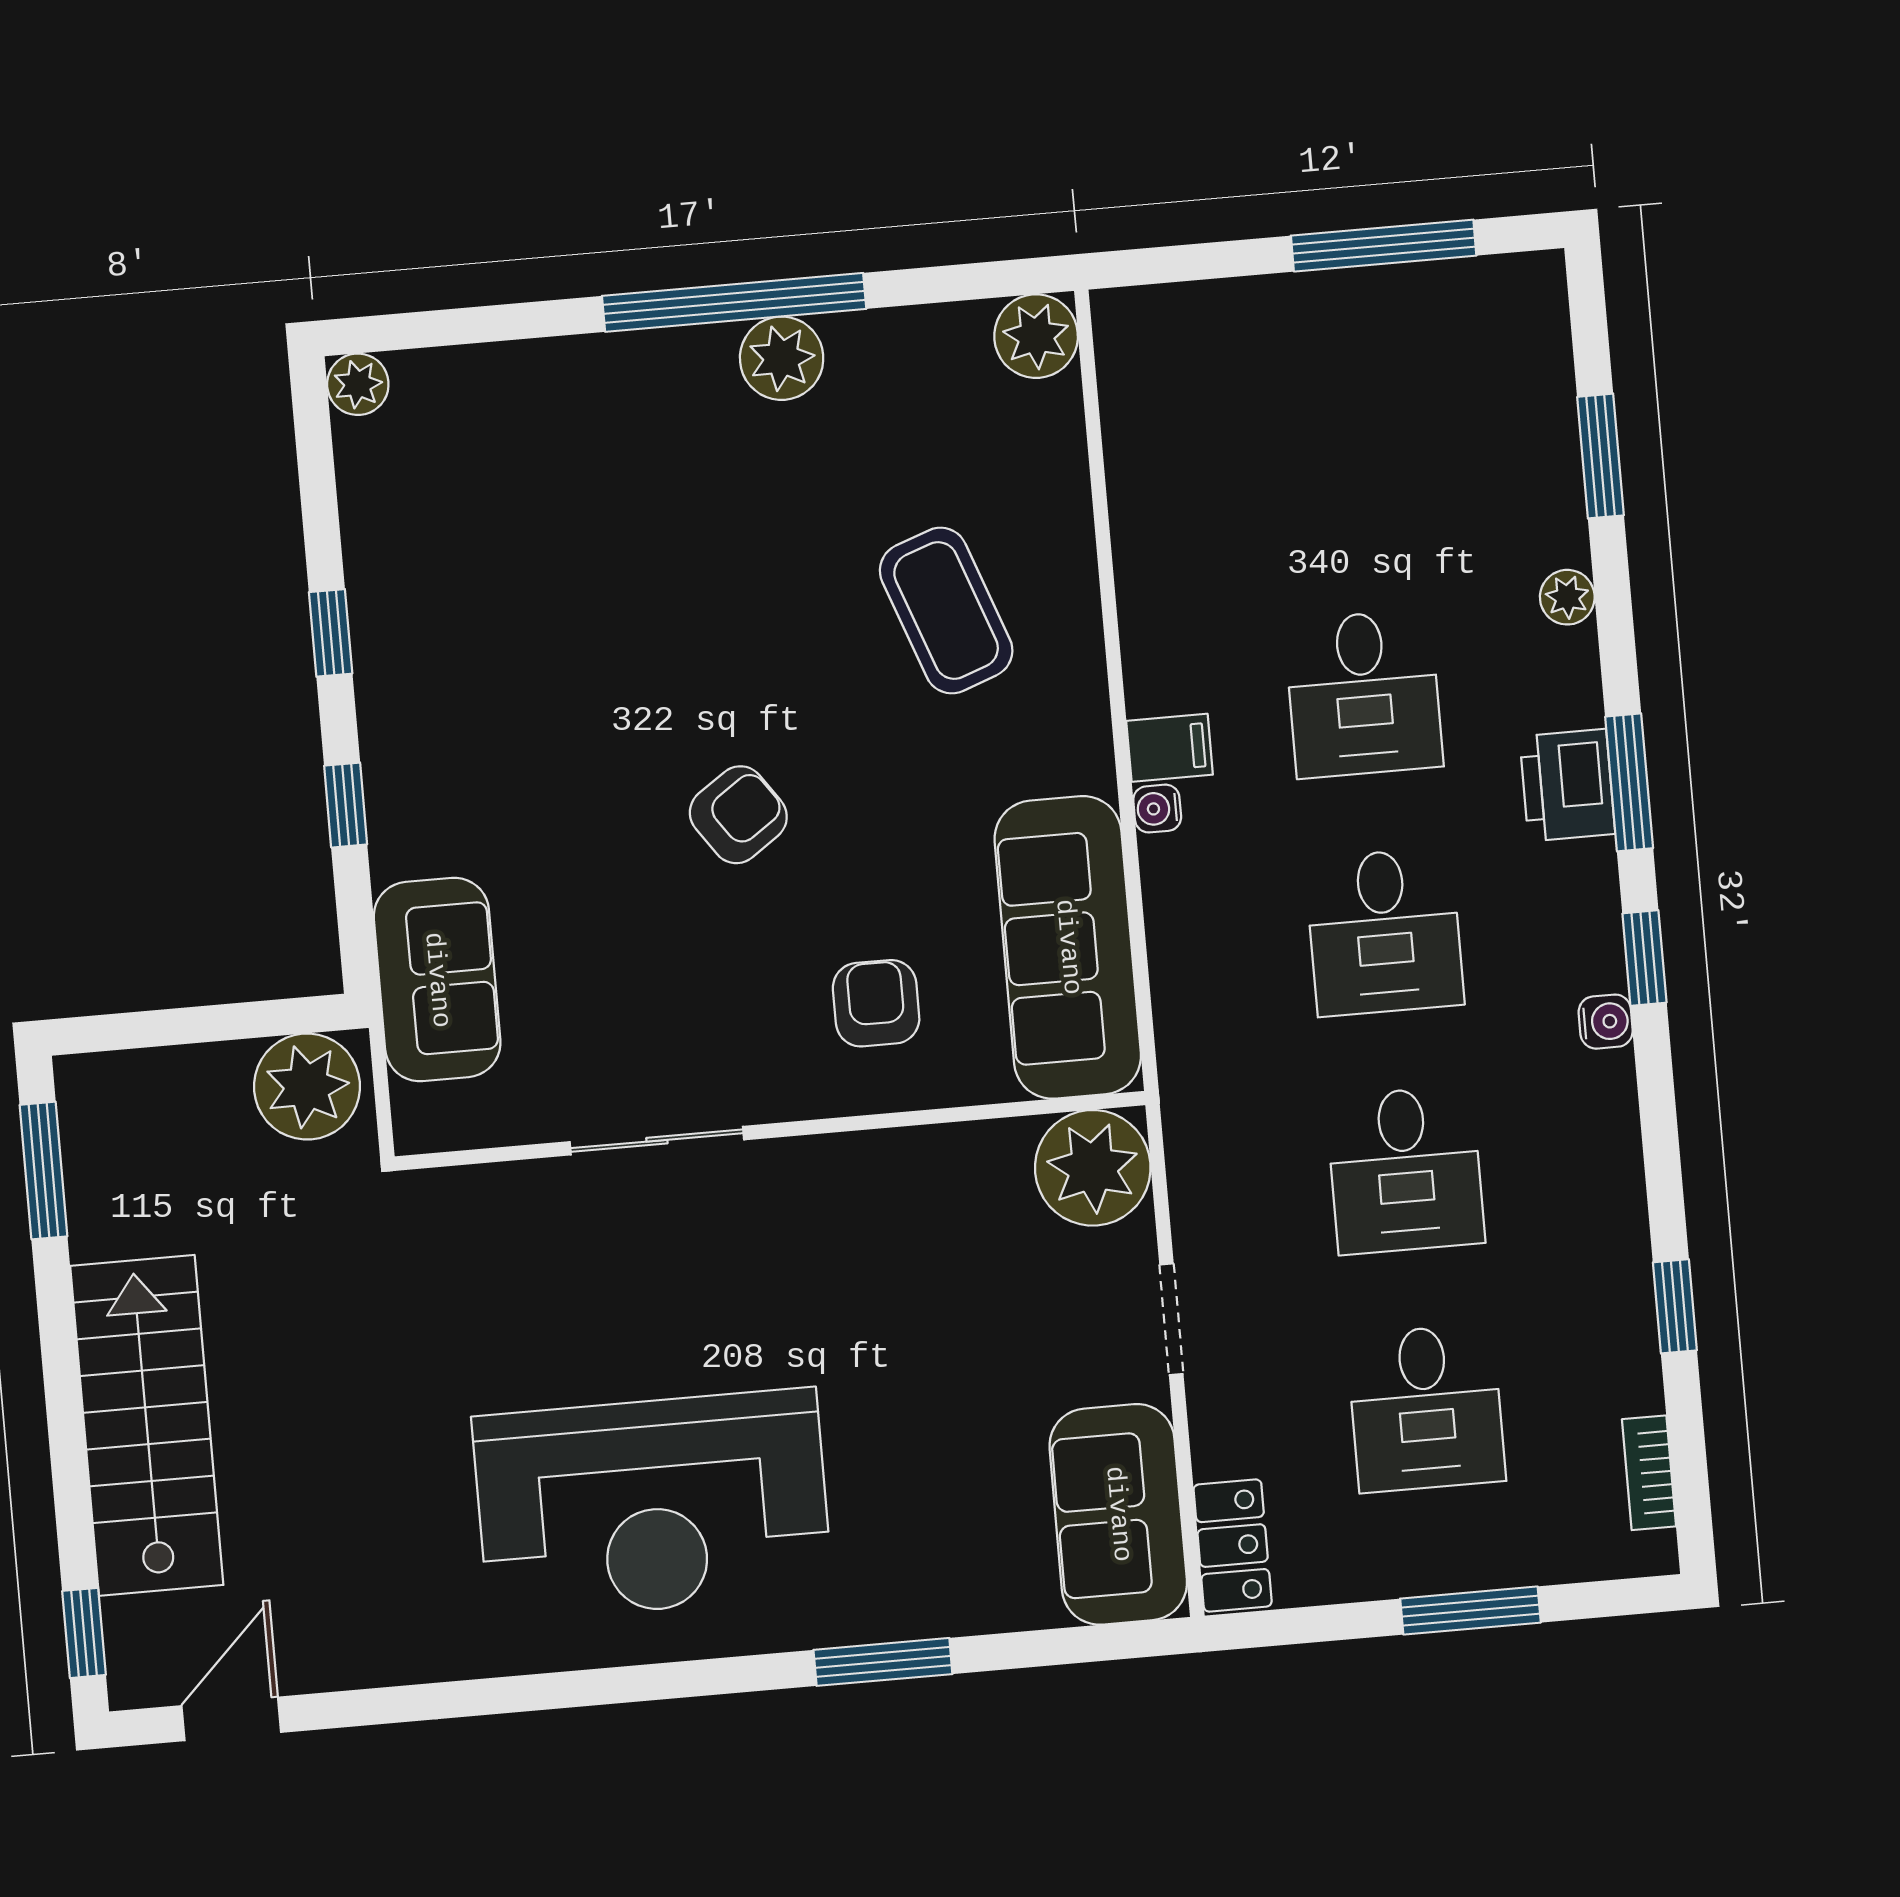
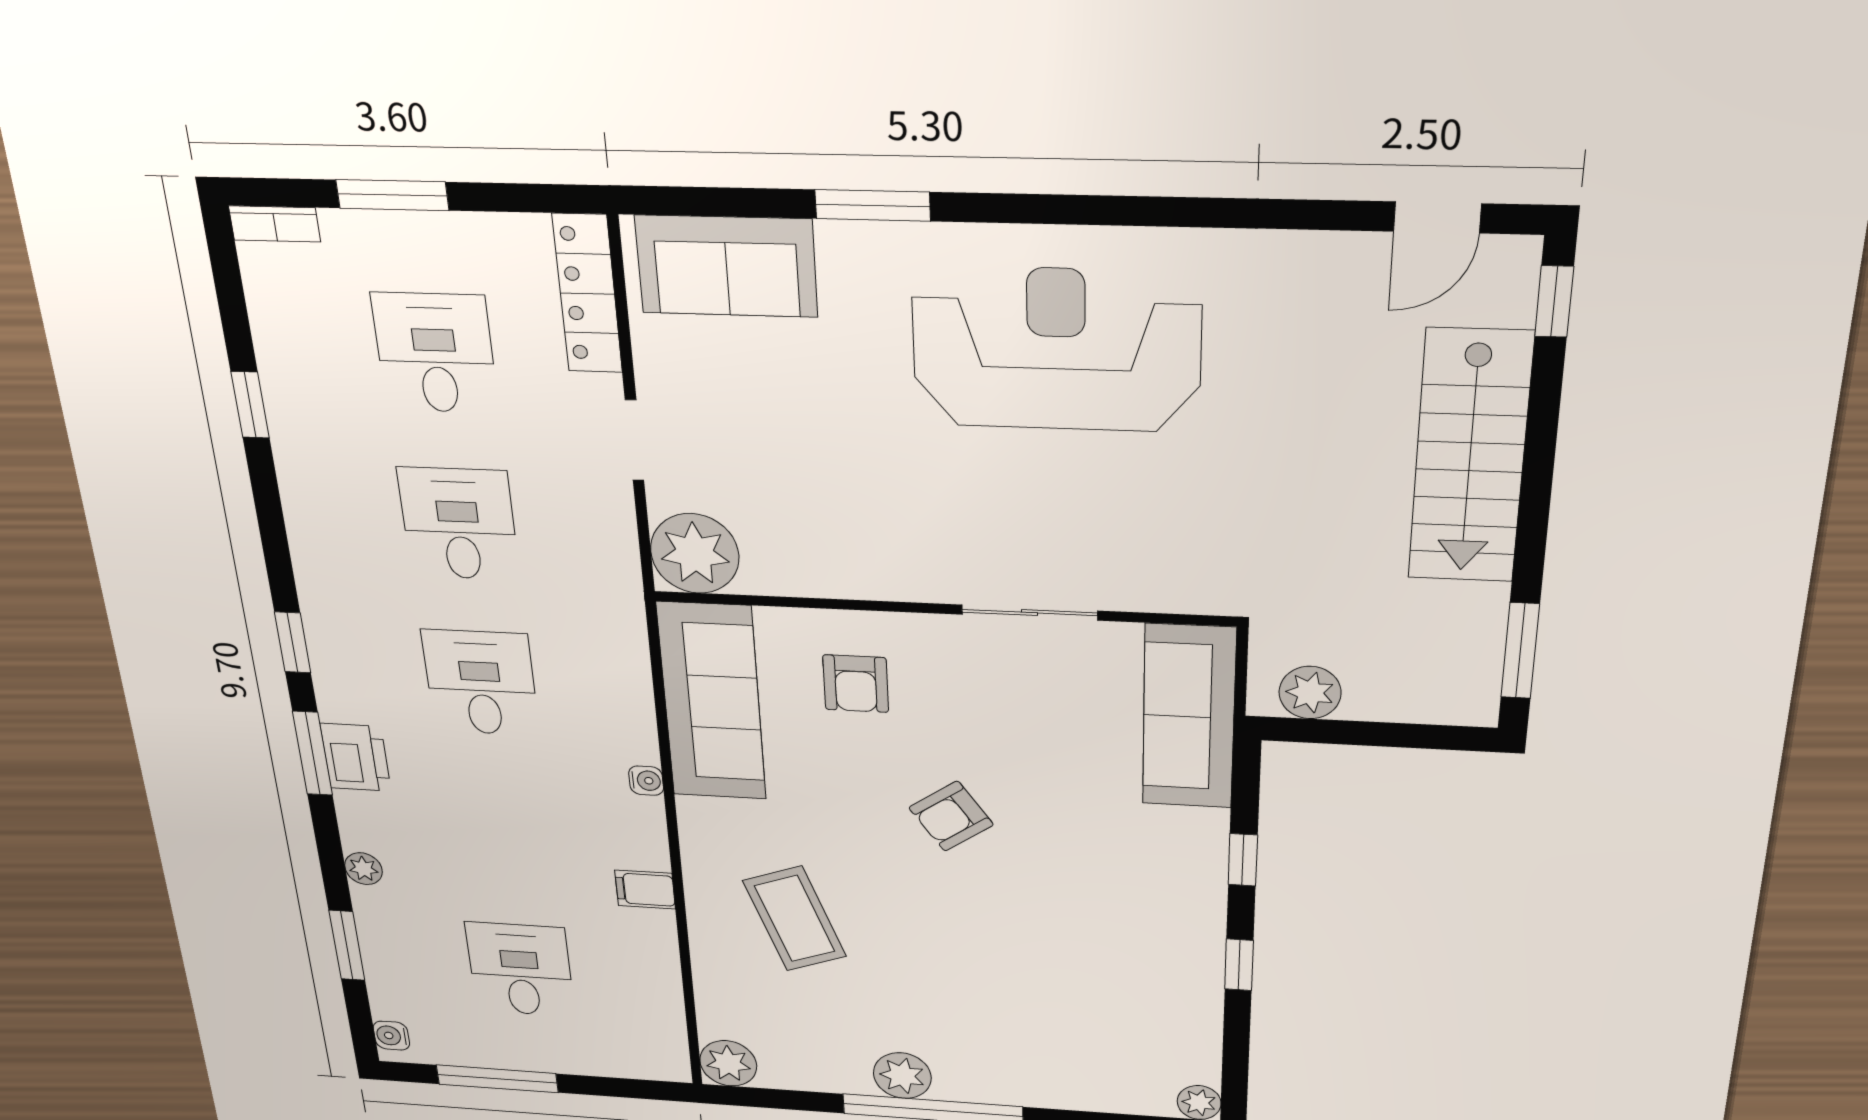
desk: (1364, 694) -> (520, 969), moved
filing cabinet: (1170, 748) -> (645, 890), moved
sofa: (437, 980) -> (1189, 717), width x1.36
water cooler: (1606, 1022) -> (391, 1036), moved
plant: (307, 1087) -> (1310, 693), width x0.73, depth x0.73
bookcase: (1649, 1473) -> (275, 224), moved, turned 90
sofa: (1118, 1514) -> (726, 266), moved, turned 90
locker: (1233, 1546) -> (587, 294), width x1.53

